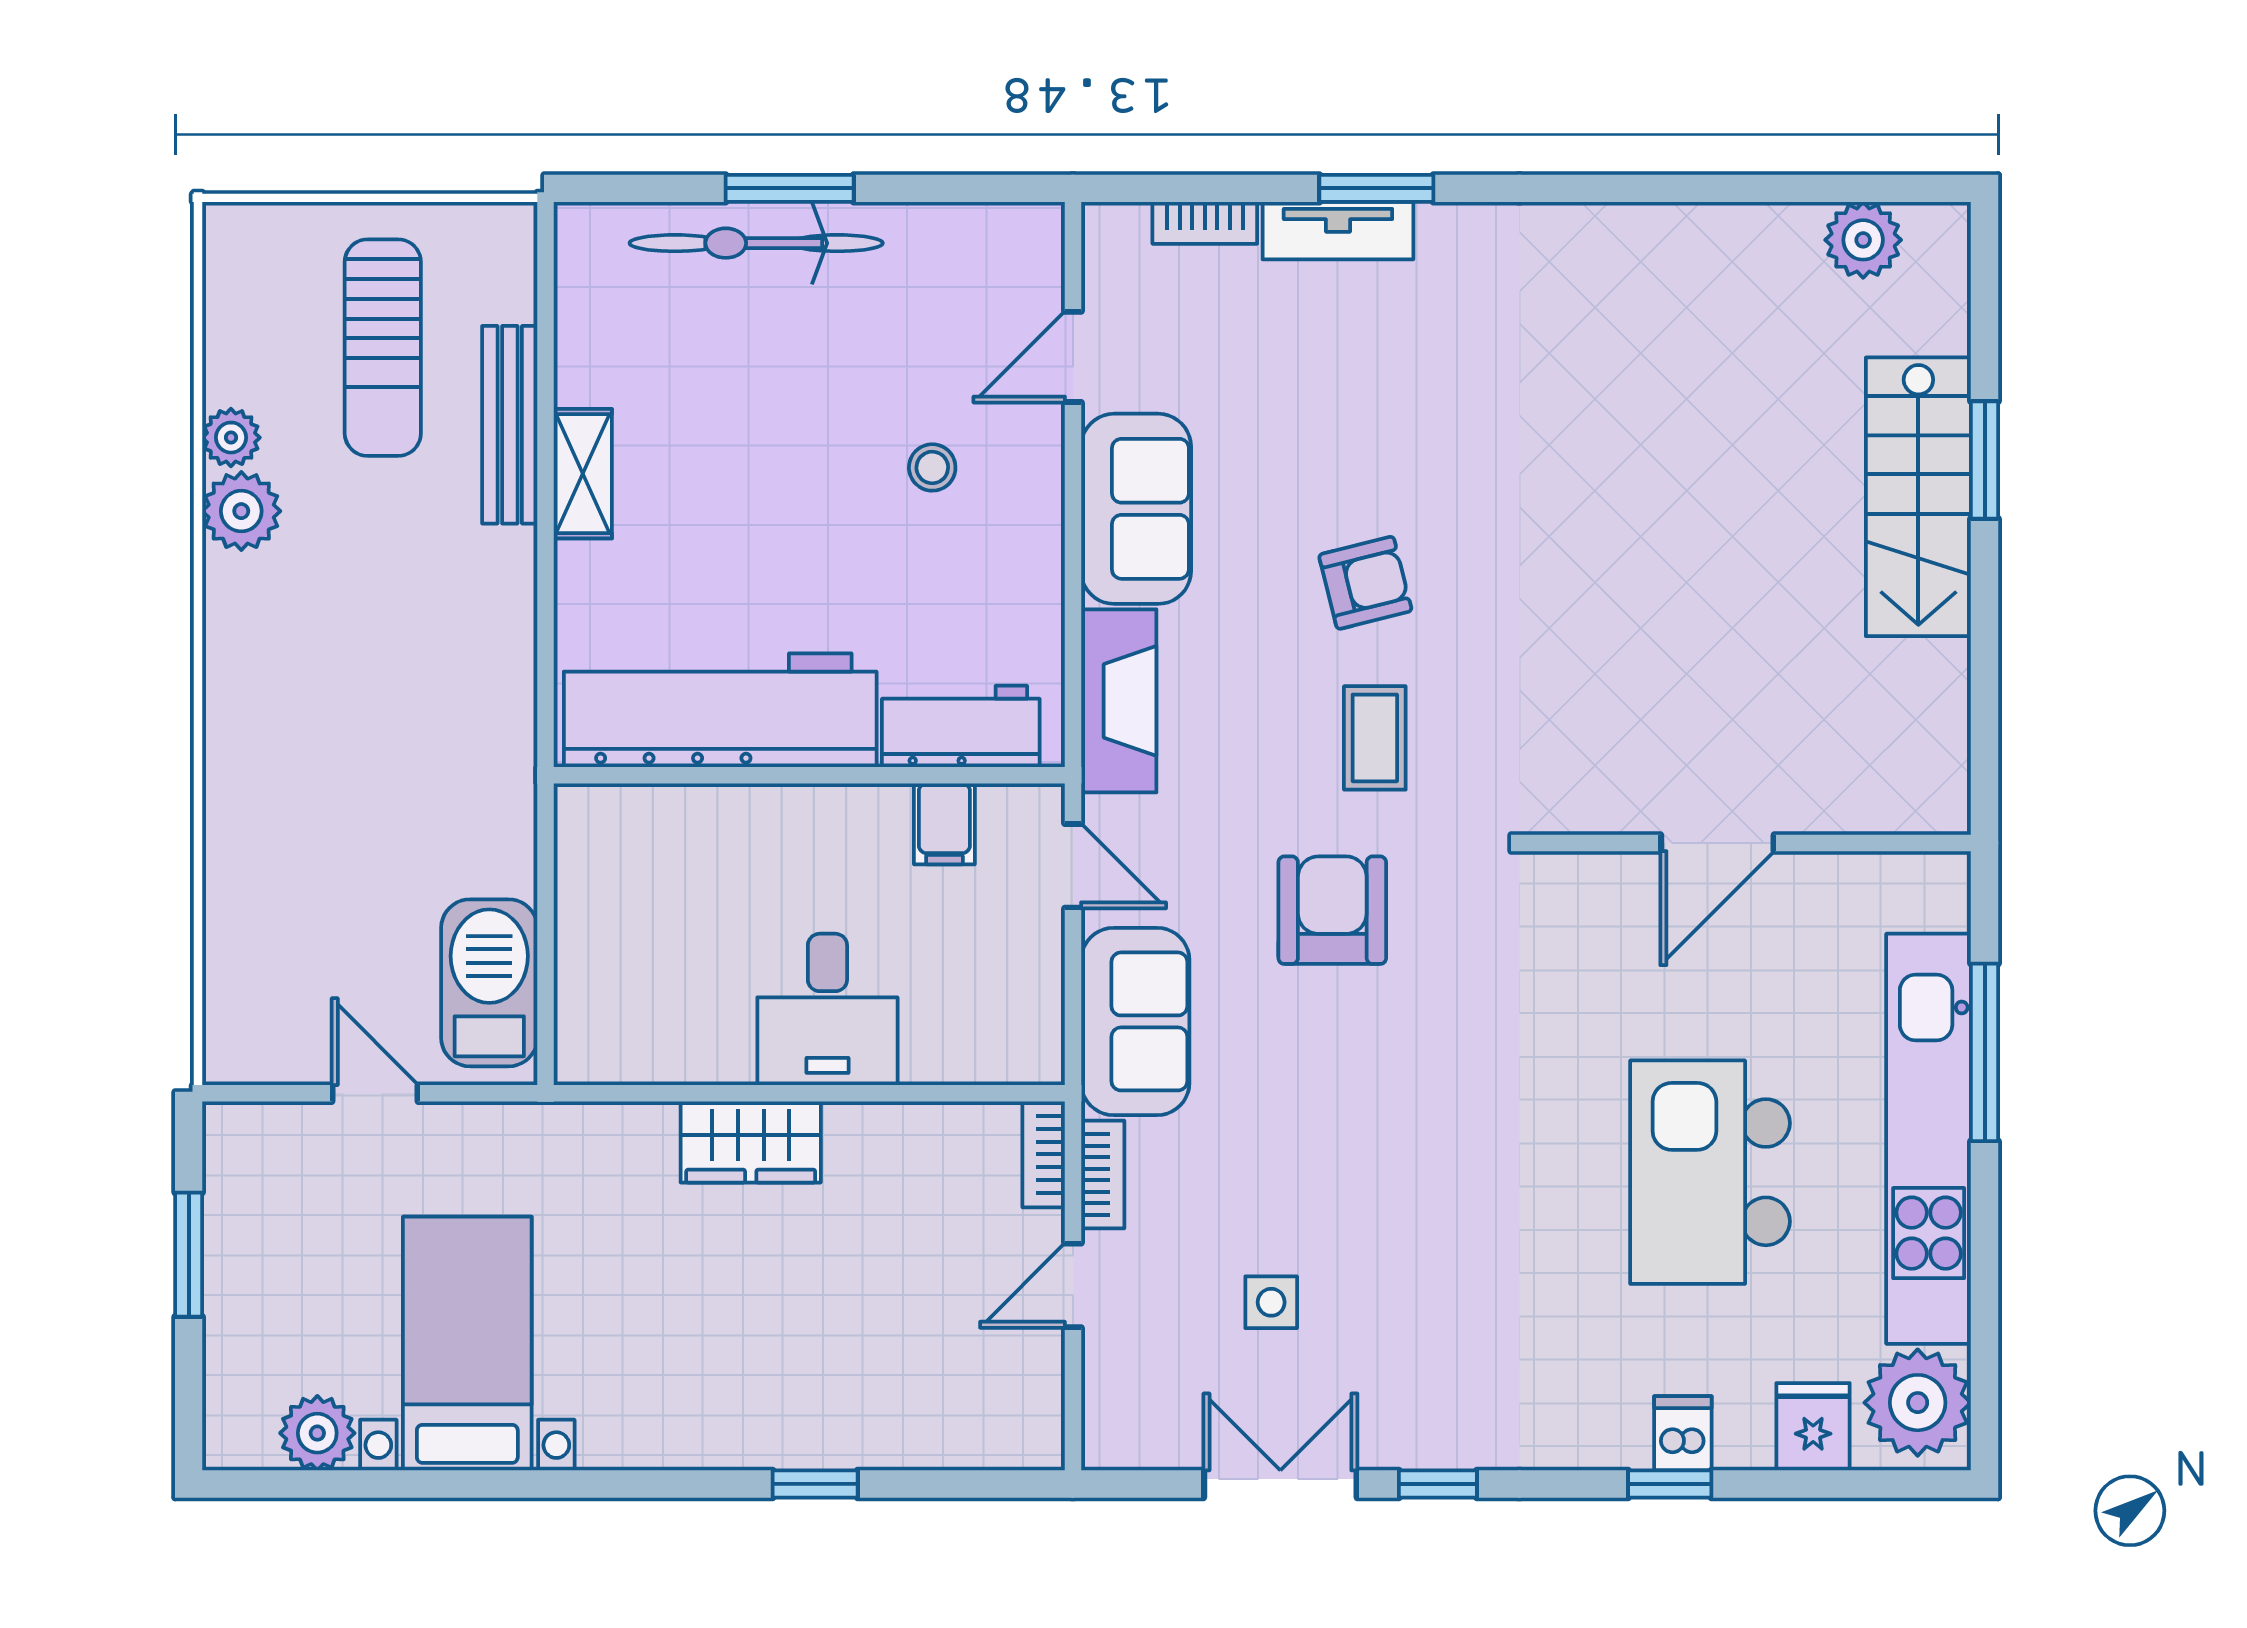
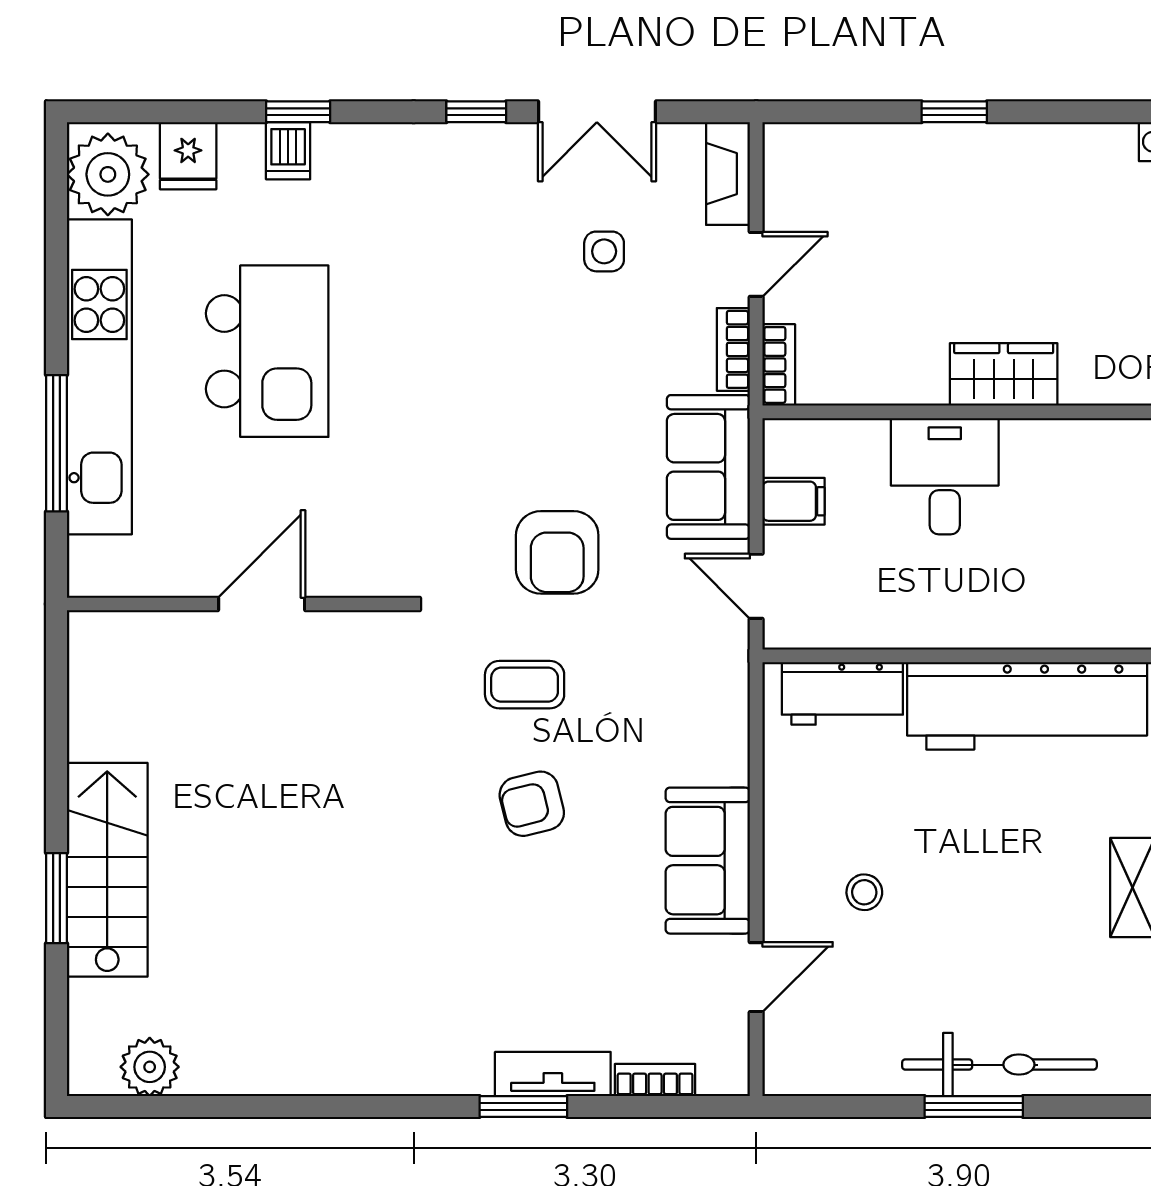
fireplace: (1119, 701) -> (728, 174), moved, width x0.73, depth x0.76
coffee table: (1375, 738) -> (525, 685), turned 90
filing cabinet: (944, 824) -> (794, 501), moved, turned 90

